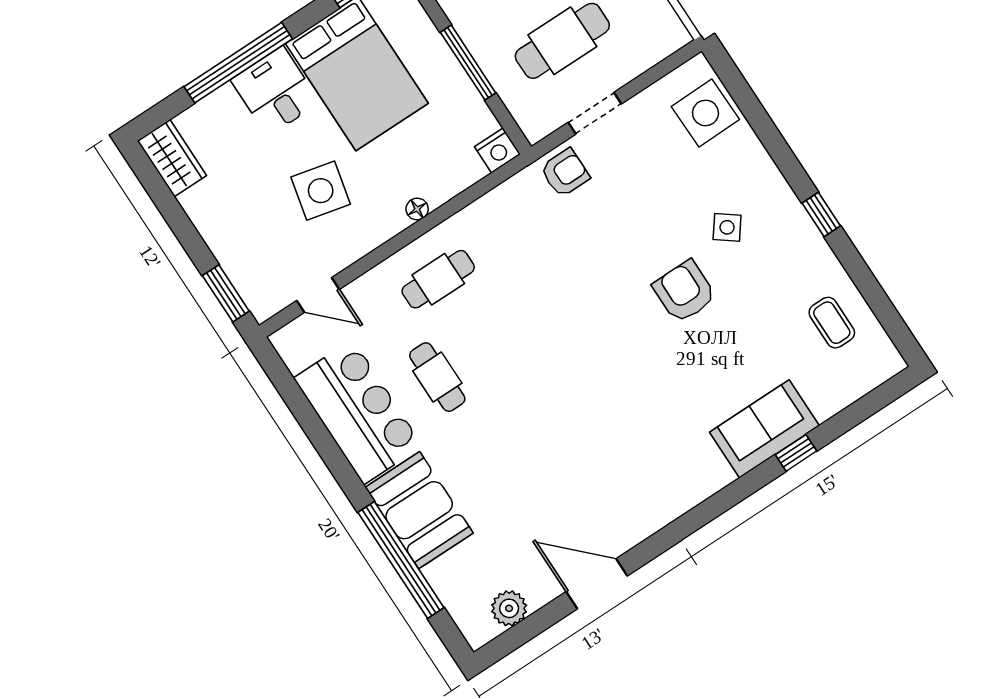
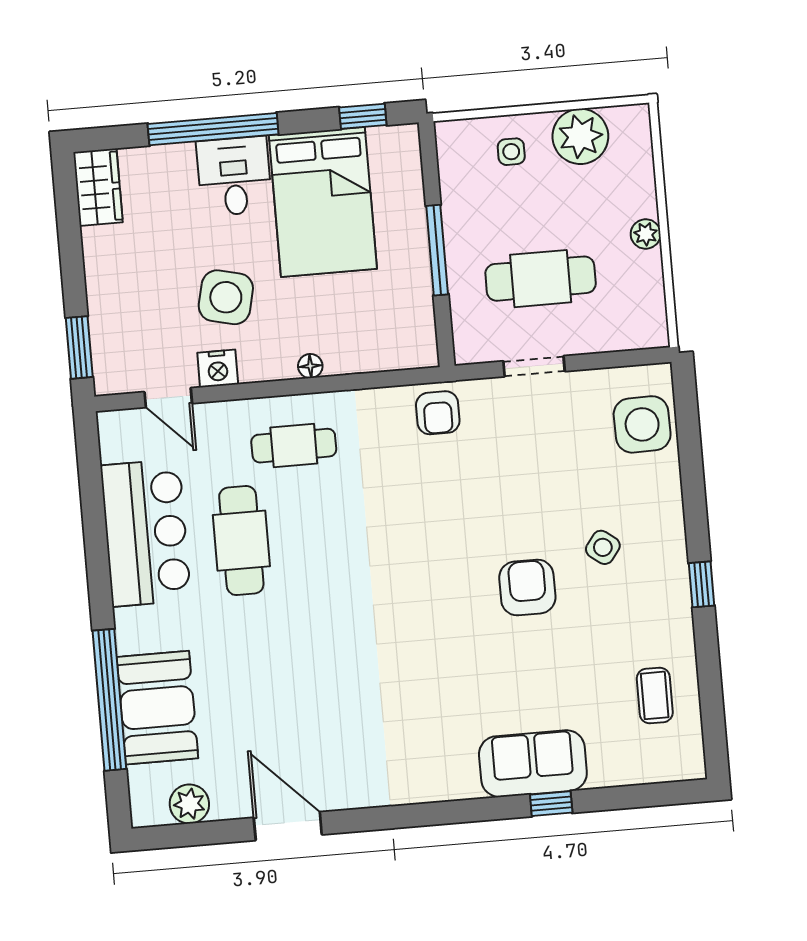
nightstand: (497, 150) -> (218, 369), moved
armchair: (565, 173) -> (438, 413), moved, turned 90
cafe table: (437, 377) -> (241, 541), width x1.37, depth x1.35
booth: (419, 510) -> (157, 708), moved

